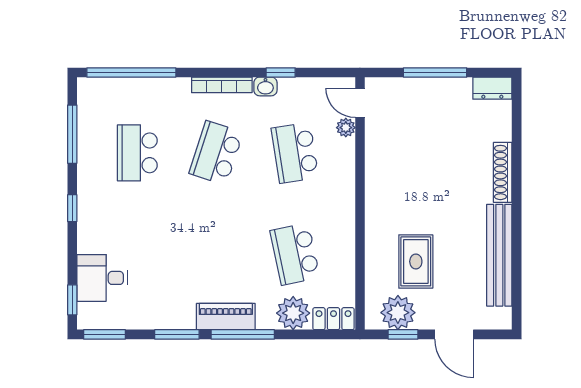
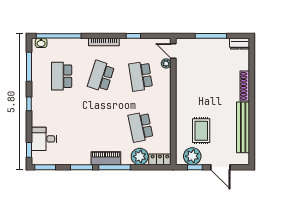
washbasin: (265, 86) -> (41, 43), moved

